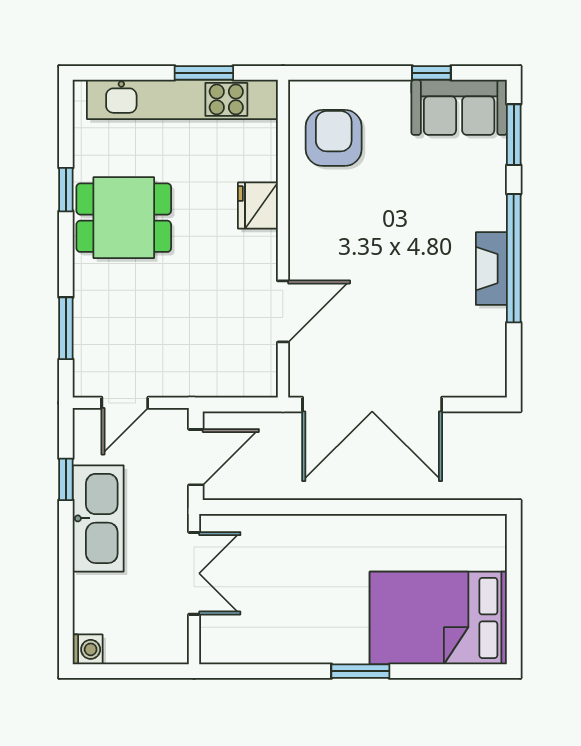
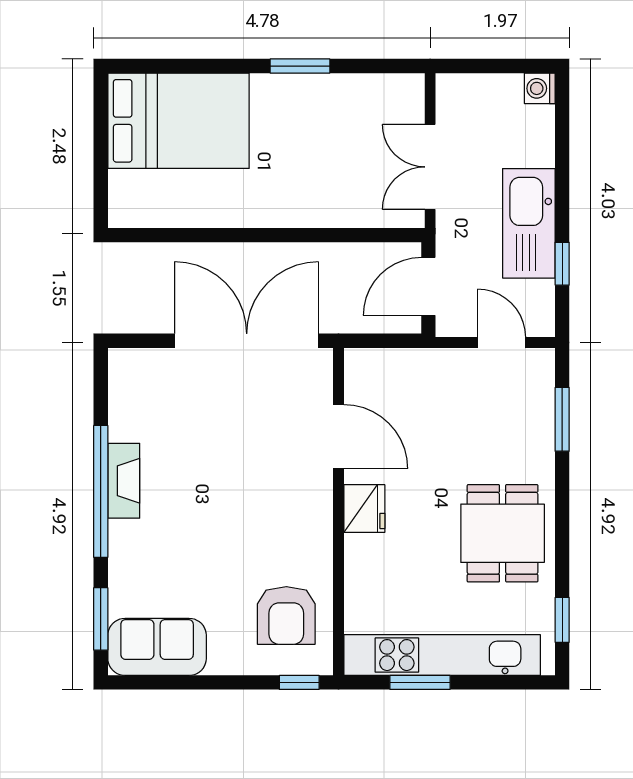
window: (431, 73) -> (299, 682), moved
window: (66, 190) -> (562, 620), moved
fridge: (258, 206) -> (364, 509), moved
dining table: (124, 218) -> (503, 533), turned 90
door: (283, 311) -> (338, 437), swing flipped
door: (125, 403) -> (501, 343), hinge flipped
window: (360, 671) -> (300, 66), moved

